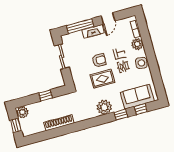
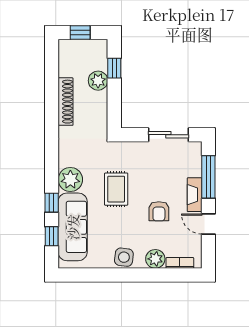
armchair: (99, 60) -> (159, 211), moved
window: (45, 95) -> (114, 68), moved
sofa: (137, 97) -> (73, 227), width x1.36
plant: (22, 112) -> (98, 81), moved

